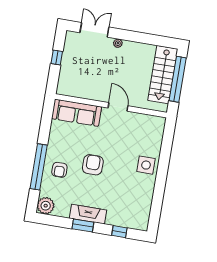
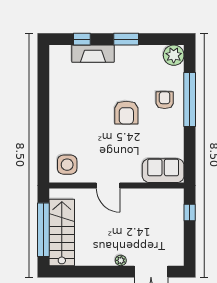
window: (57, 57) -> (190, 213), moved
sofa: (77, 113) -> (163, 171), width x0.73
side table: (146, 165) -> (67, 165), moved
fireplace: (88, 214) -> (93, 54), moved

